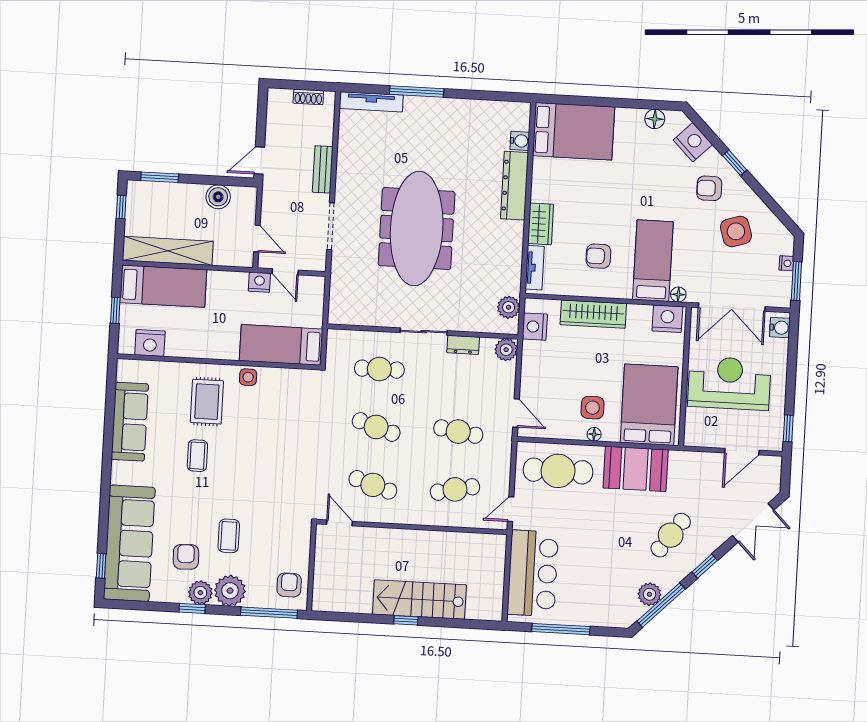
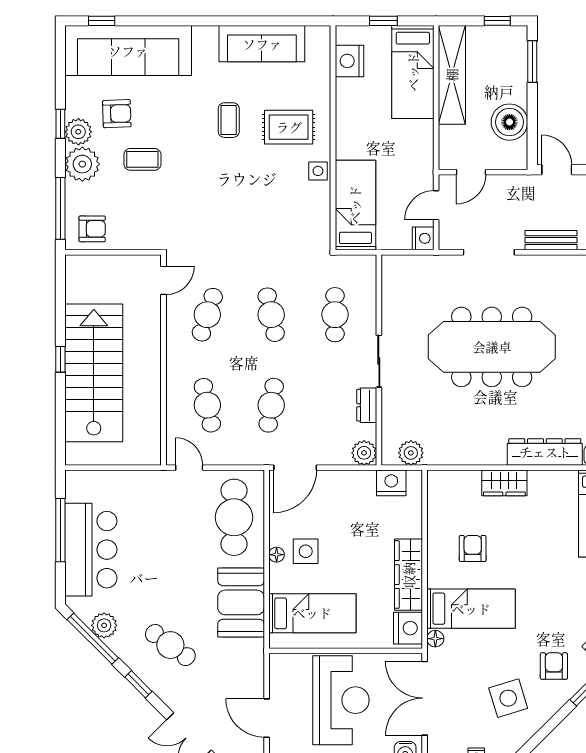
boiler: (218, 197) -> (509, 122), width x1.37, depth x1.37
tv unit: (535, 268) -> (456, 479), removed
nightstand: (259, 282) -> (423, 238), moved
wardrobe: (593, 314) -> (409, 575), moved
bed: (649, 405) -> (312, 613), width x0.67
door: (516, 413) -> (295, 468), width x1.38
cafe table: (376, 427) -> (271, 315), turned -30
coffee table: (197, 456) -> (229, 120), turned 90
bar counter: (533, 573) -> (91, 550), moved, turned -90
stairs: (419, 600) -> (94, 373), width x1.36, depth x1.51

